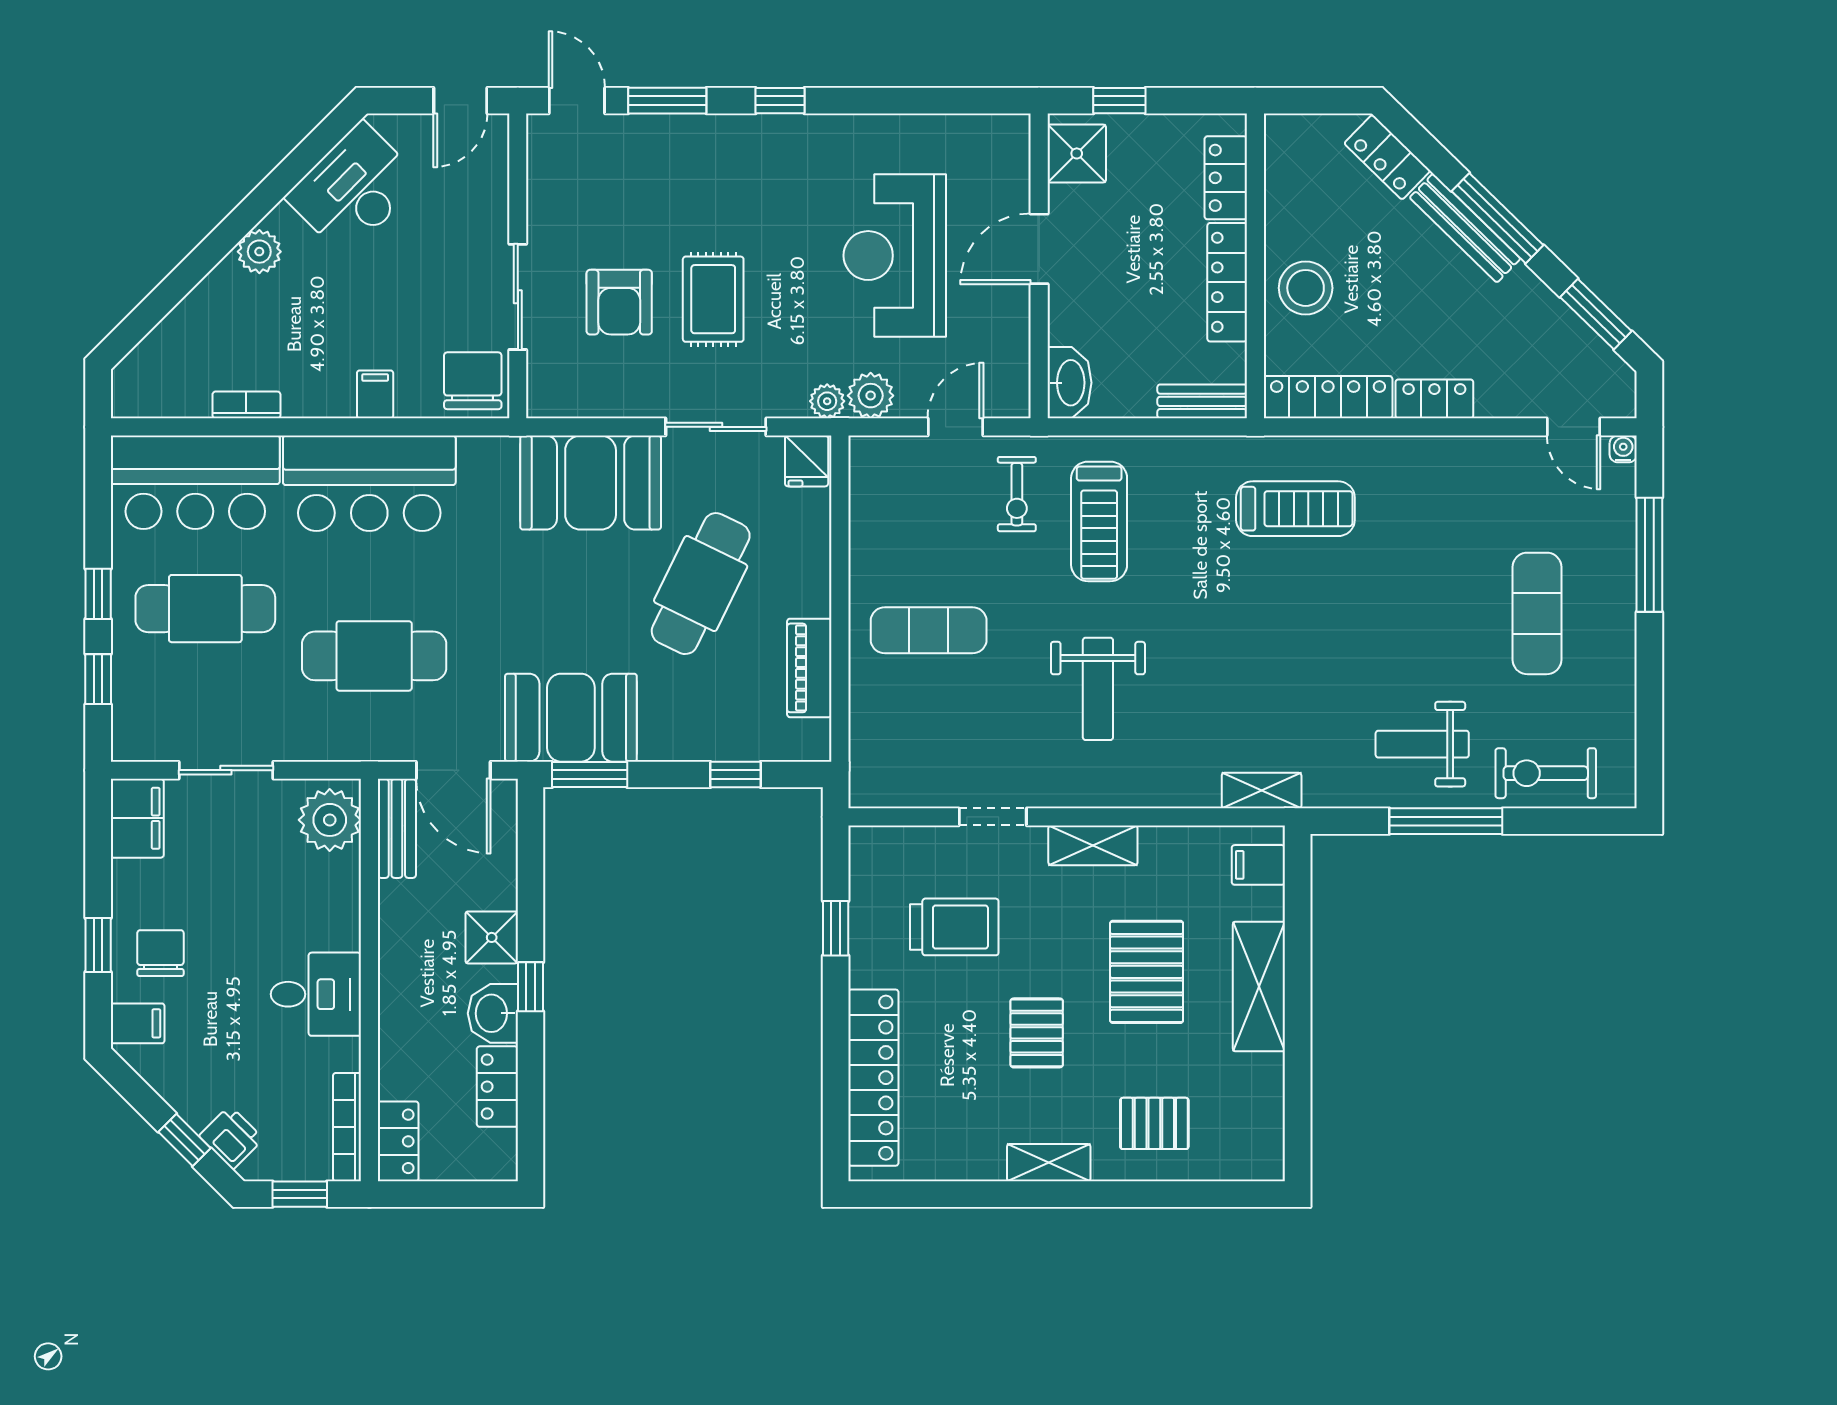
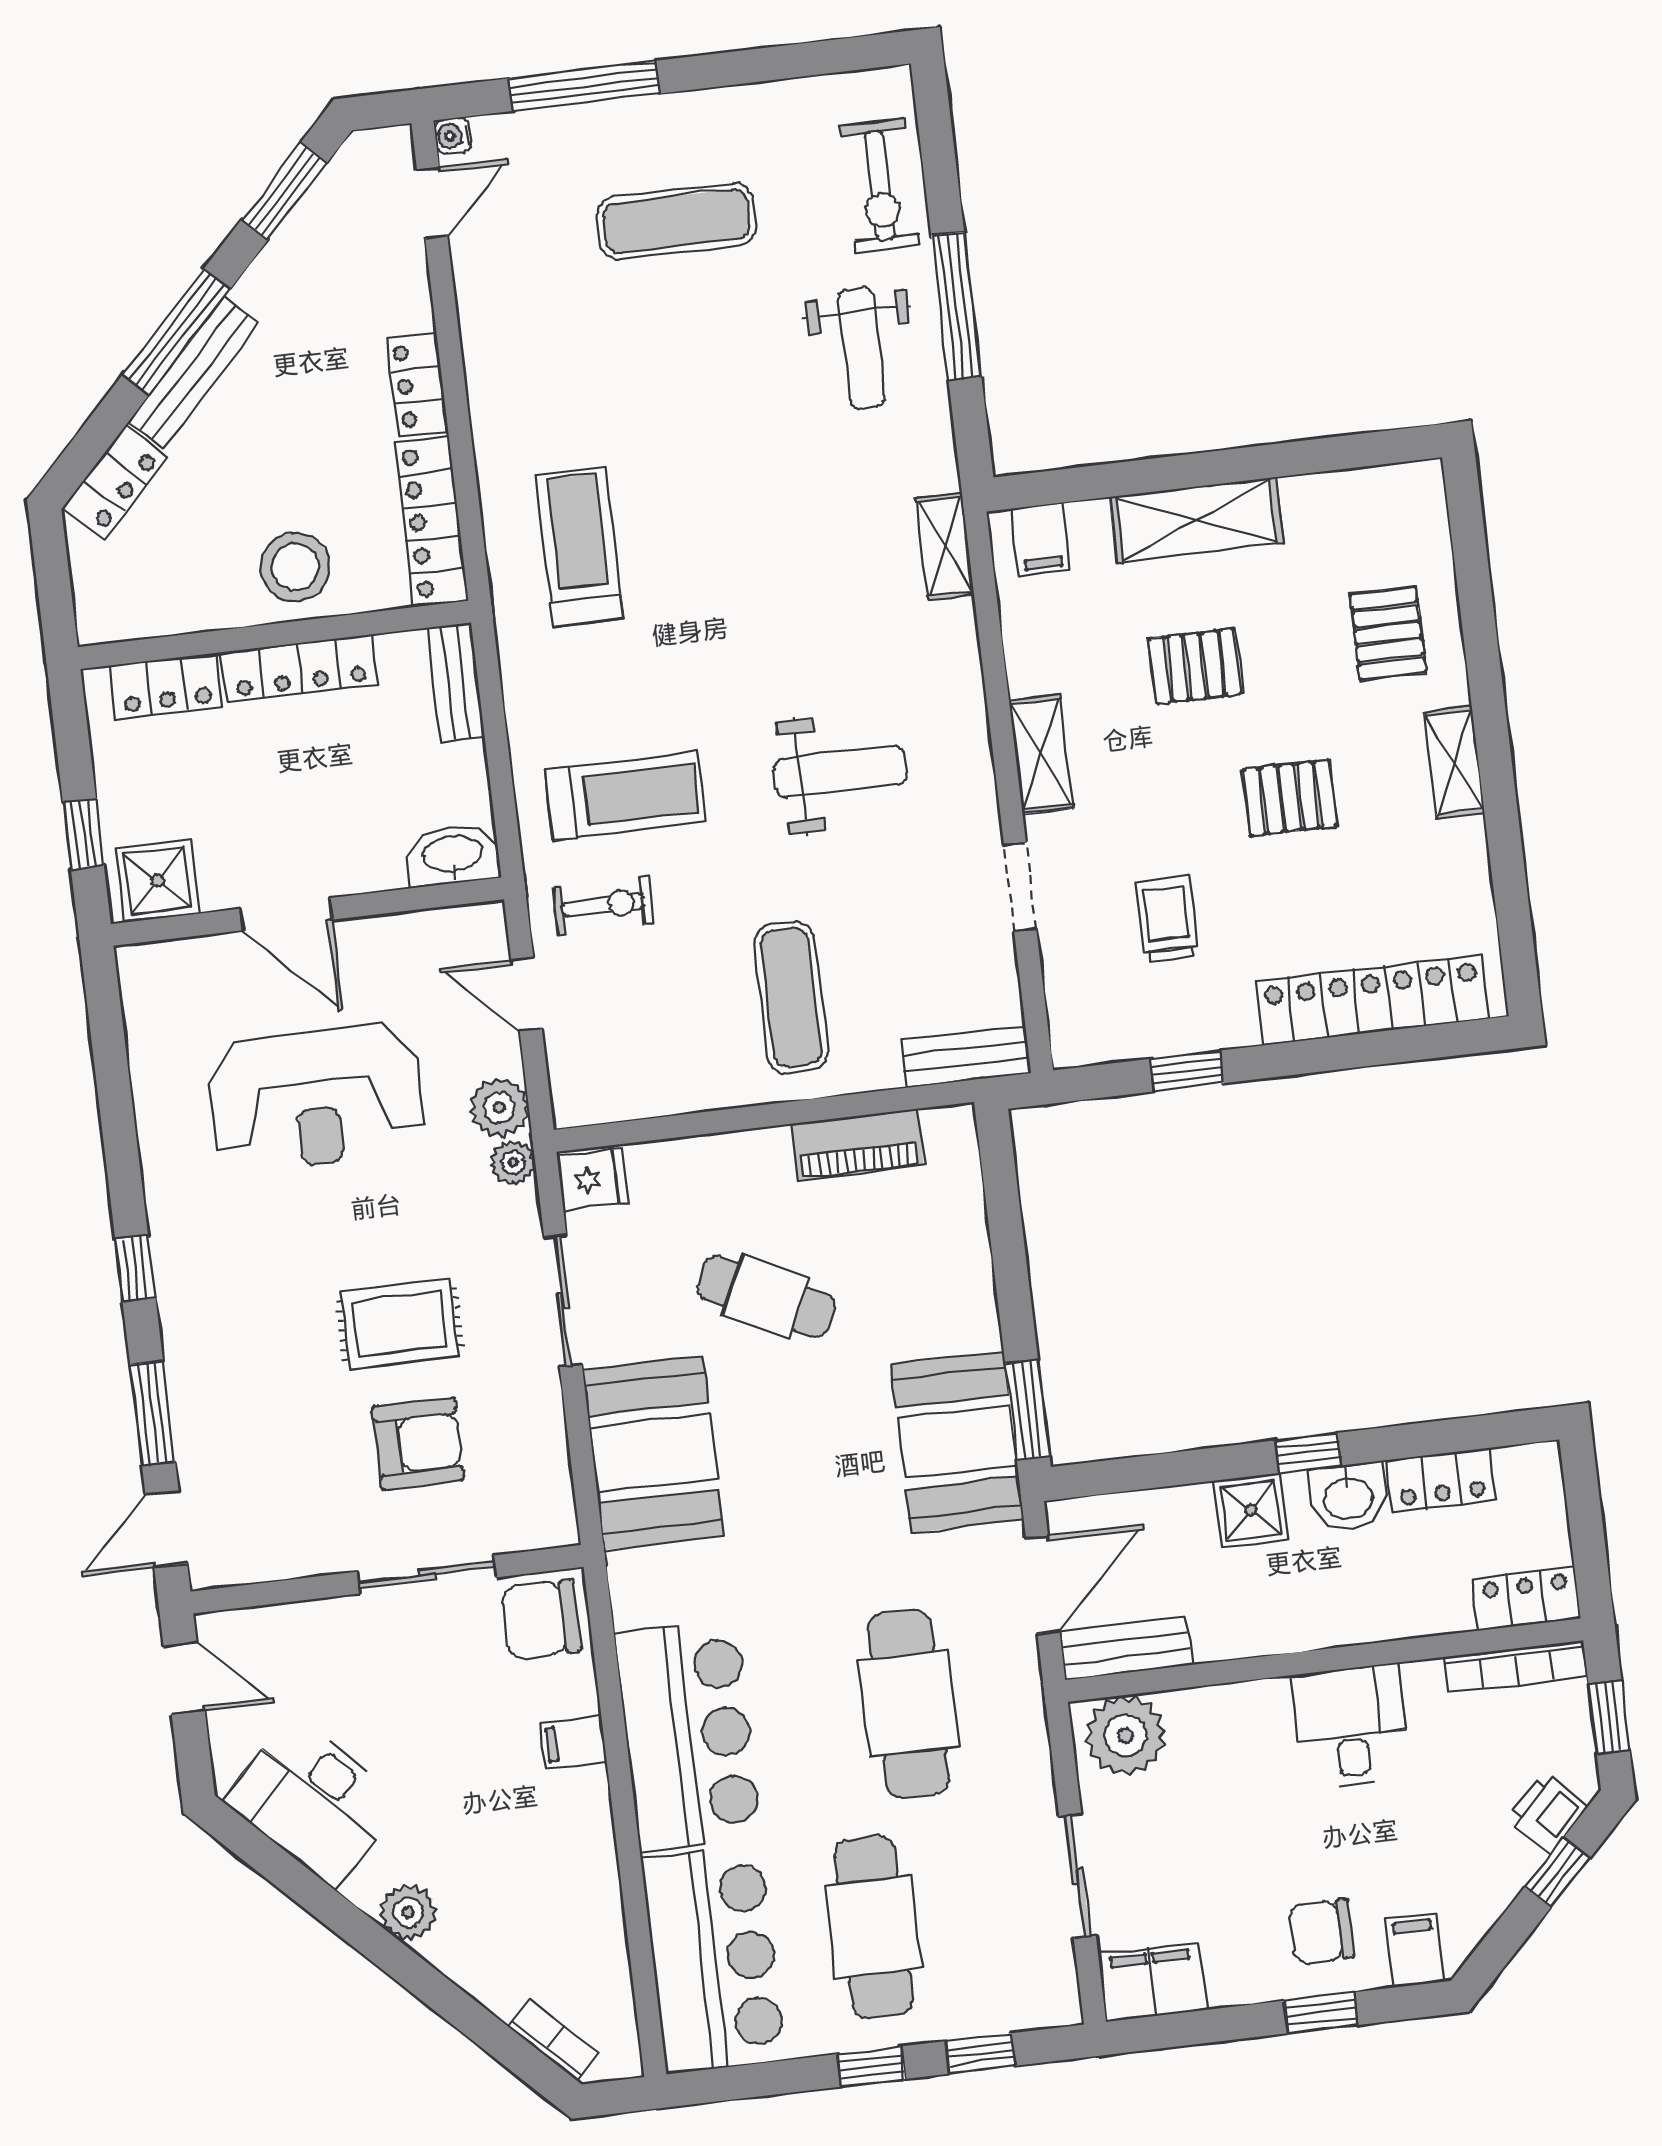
bookcase: (246, 405) -> (553, 2040), moved, turned 135
cafe table: (701, 584) -> (766, 1297), width x0.73, depth x0.74
bench: (867, 760) -> (966, 1057), added
window: (736, 774) -> (1005, 1223), removed
trolley: (954, 927) -> (1167, 919), width x0.73, depth x0.72
pallet: (1147, 972) -> (1195, 666), width x0.67, depth x0.71

